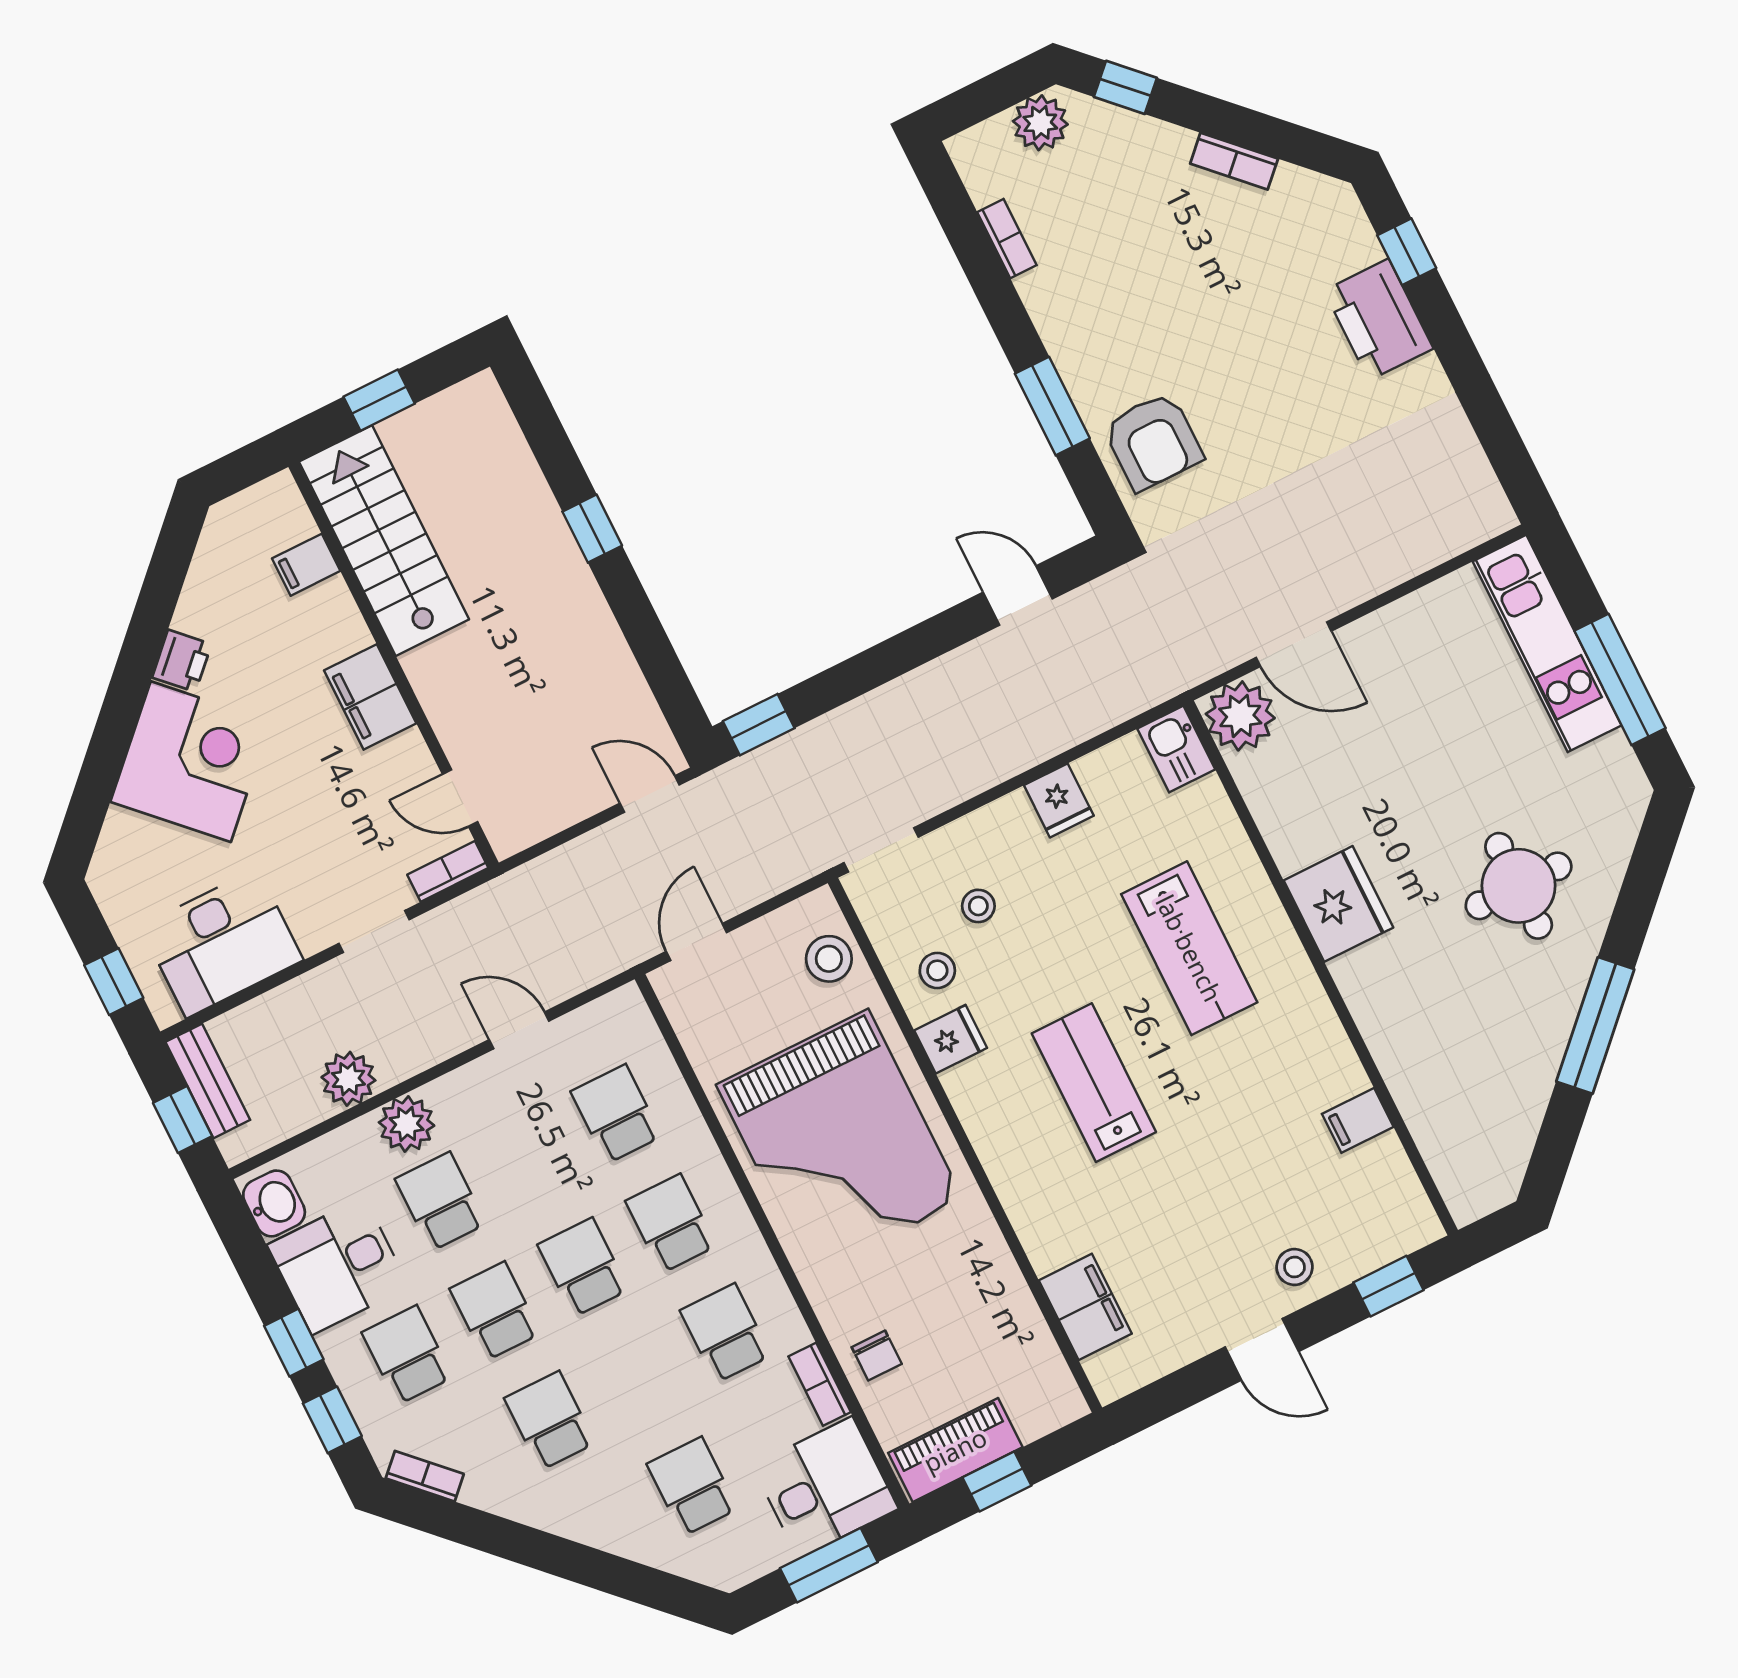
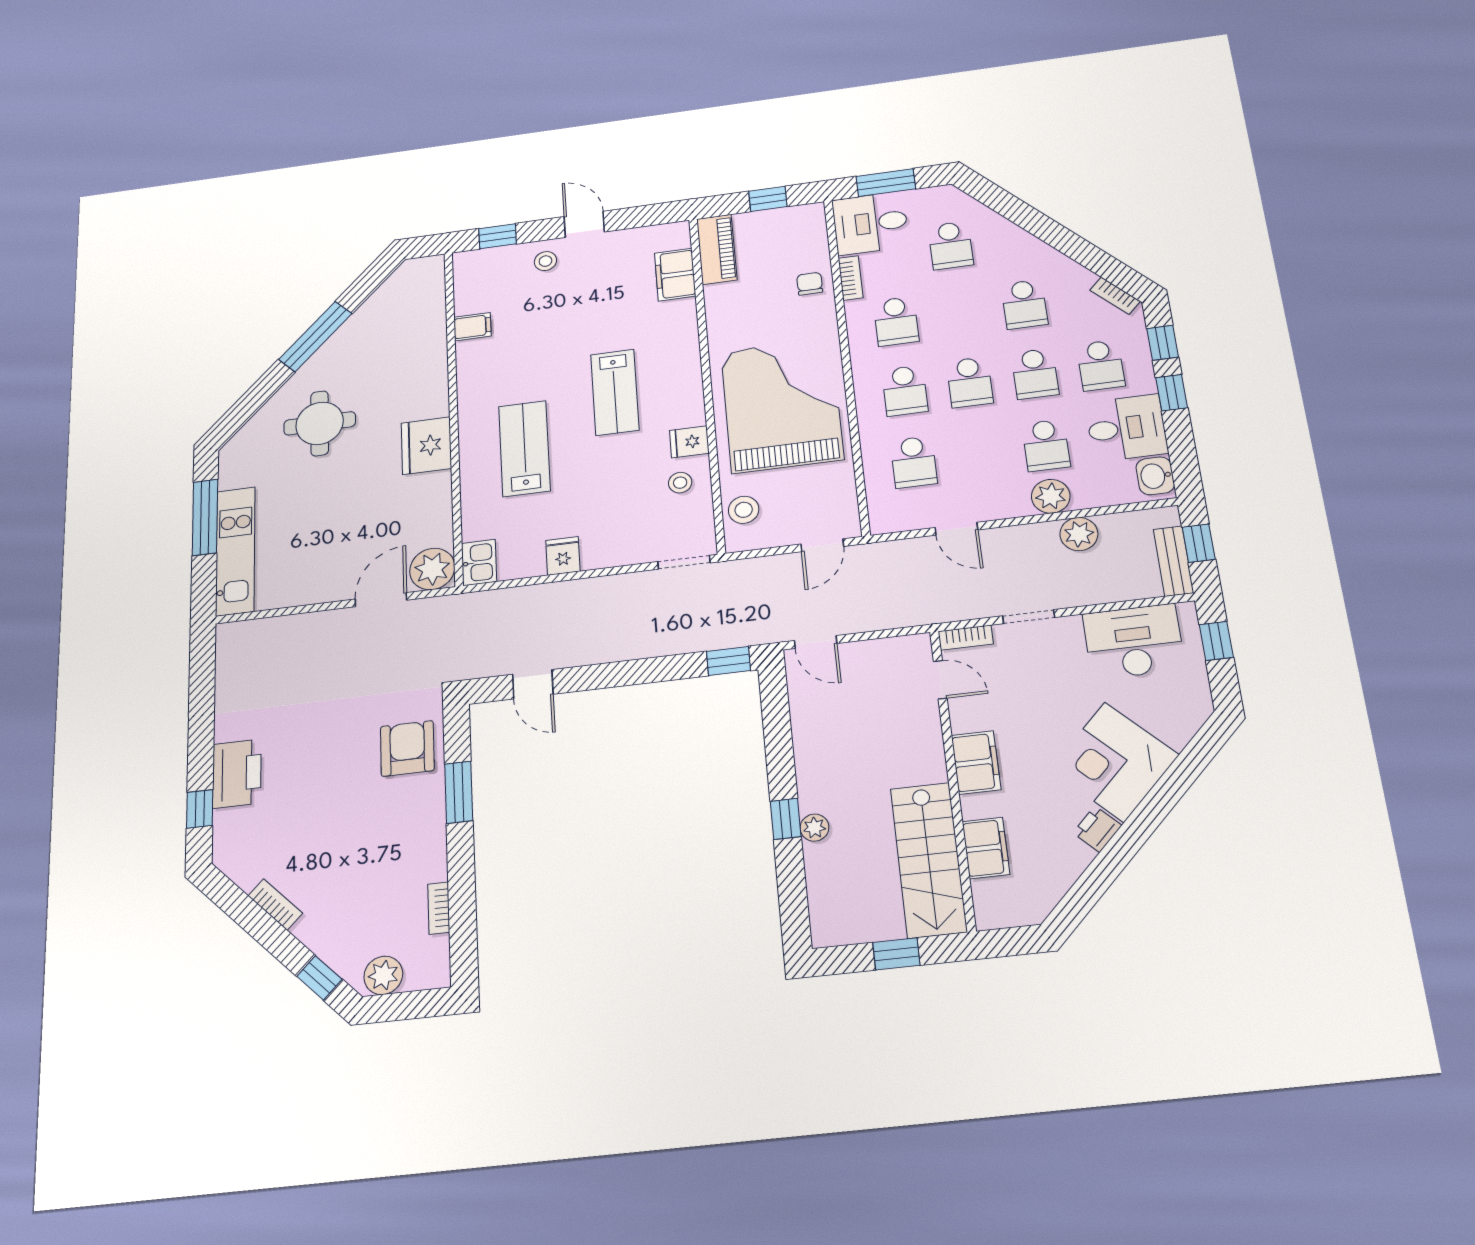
plant: (549, 530) -> (814, 828), added
filing cabinet: (306, 565) -> (986, 848), width x2.00
door: (1294, 644) -> (381, 600), hinge flipped
stool: (978, 906) -> (639, 511), removed
piano: (955, 1450) -> (717, 249), moved, turned -90

